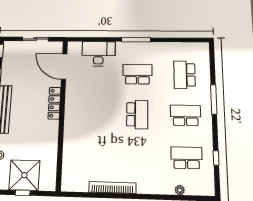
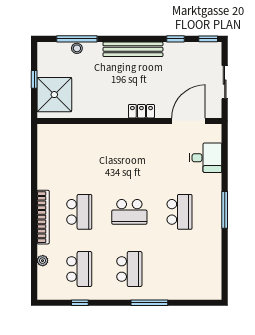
desk: (98, 54) -> (206, 158), width x0.73
school desk: (185, 75) -> (79, 212), moved, turned 90
locker: (54, 103) -> (141, 111), width x0.66
shower: (24, 175) -> (54, 95), moved
bookcase: (112, 188) -> (43, 217), moved

